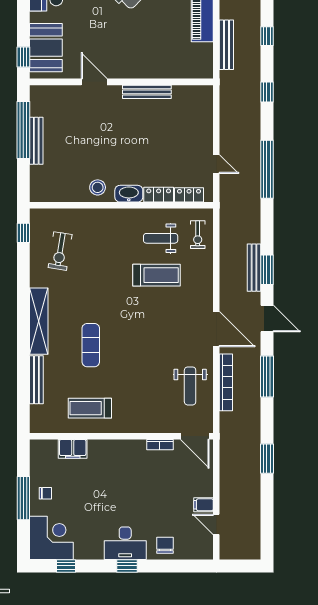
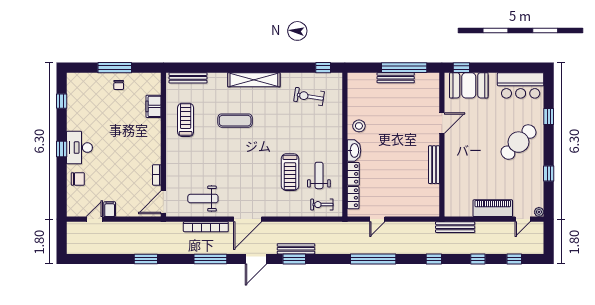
bench: (226, 45) -> (455, 227), moved
bench: (36, 380) -> (188, 78), moved
corner desk: (51, 538) -> (84, 90), removed

